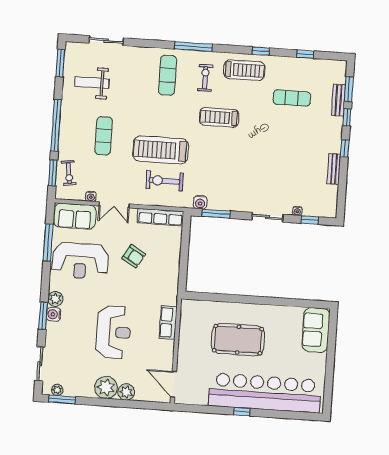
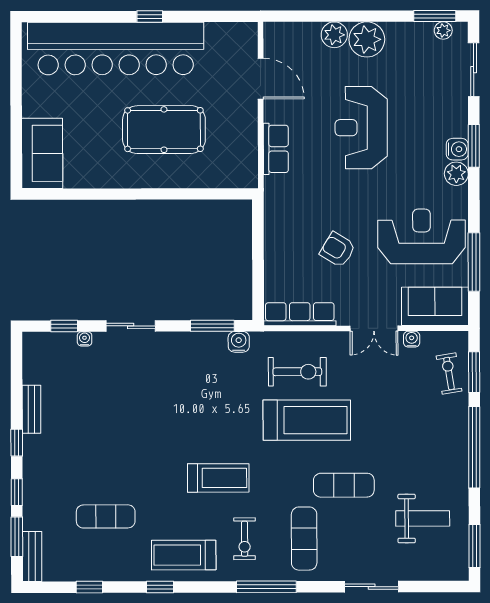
sliding door: (106, 41) -> (372, 587), moved
bench: (338, 100) -> (32, 556), moved
exercise mat: (104, 136) -> (344, 485), moved, turned 90
double door: (114, 205) -> (374, 328), swing flipped
door: (174, 384) -> (261, 79), moved

